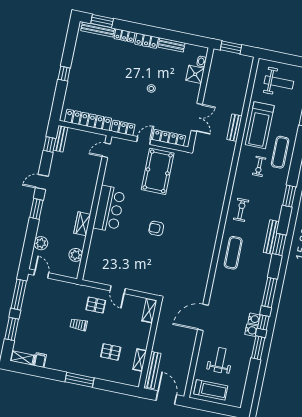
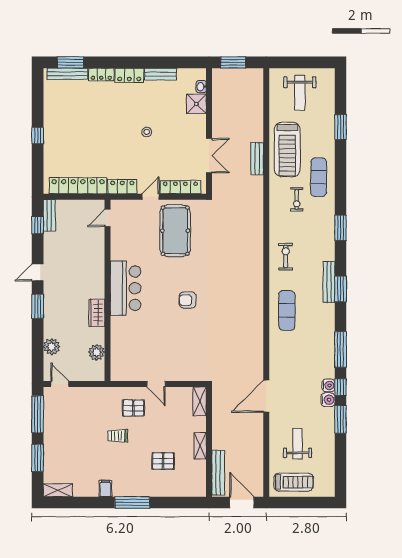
weight bench: (279, 82) -> (300, 93), turned 90
filing cabinet: (40, 360) -> (105, 488), moved
shelving: (140, 360) -> (200, 446), moved

